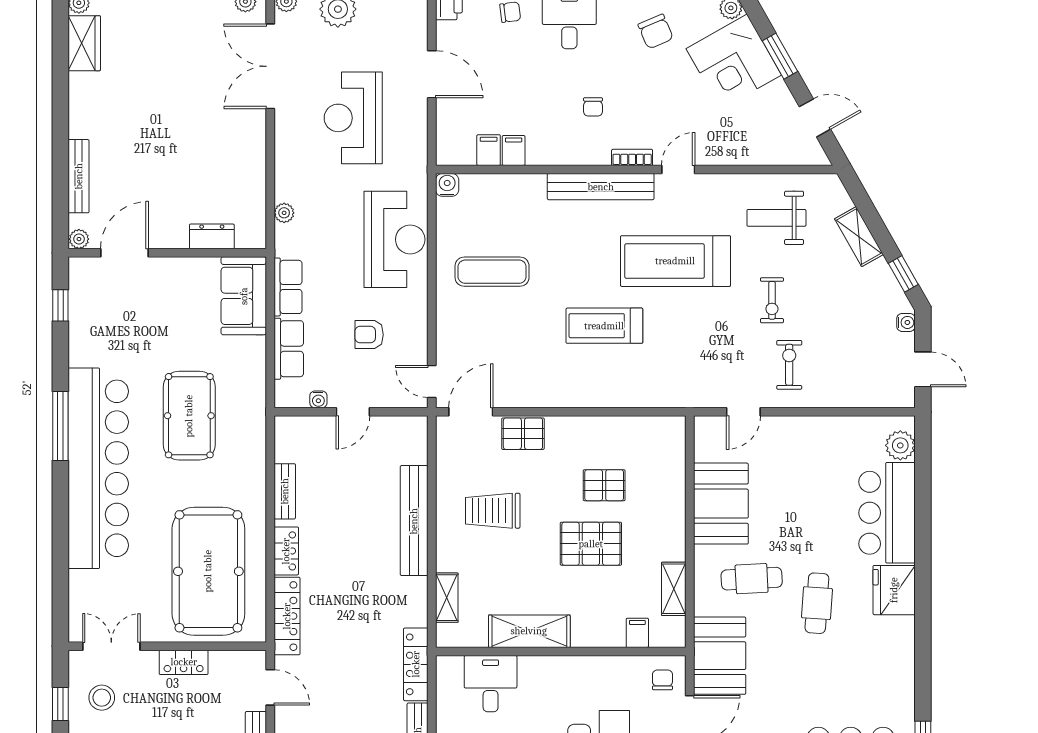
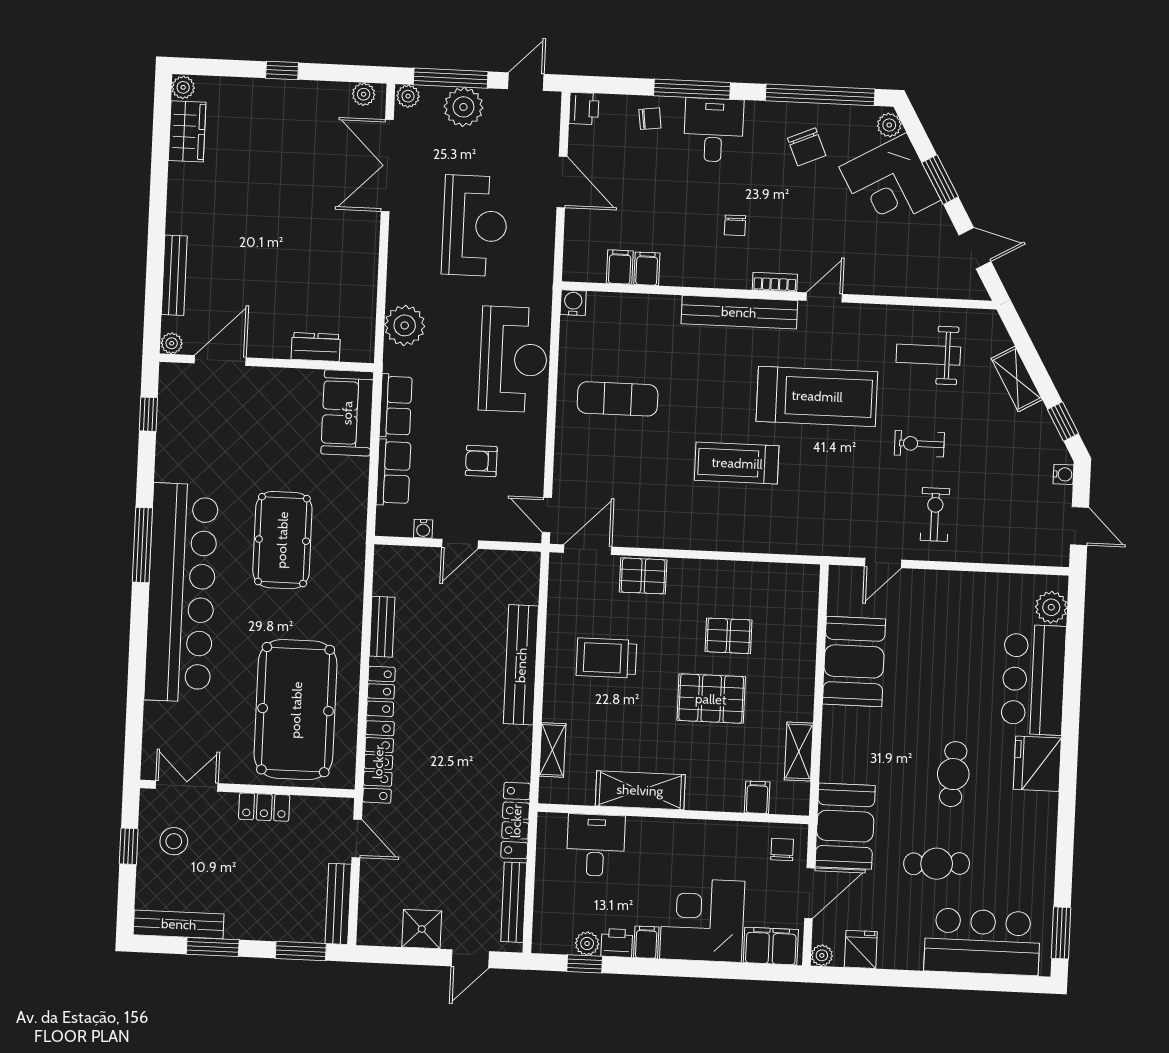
reception desk: (353, 118) -> (475, 226), turned 180
plant: (284, 213) -> (405, 325), width x1.88, depth x1.88
treadmill: (675, 261) -> (817, 396), turned 180
exercise bike: (772, 300) -> (919, 444), turned 90
cafe table: (752, 579) -> (937, 864), moved

